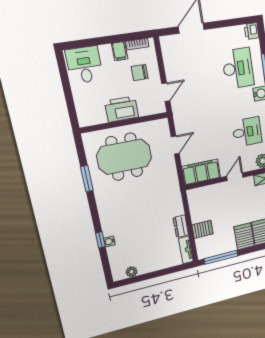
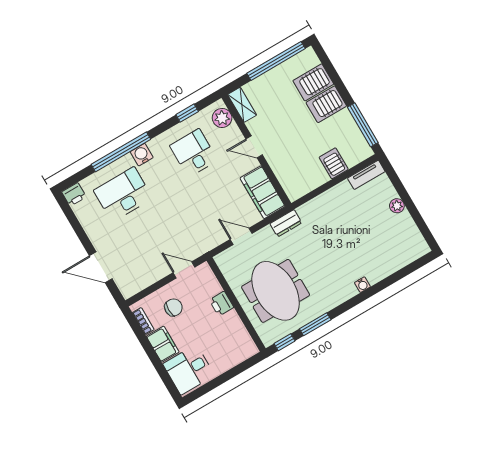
filing cabinet: (120, 51) -> (163, 344), width x2.00
chair: (140, 73) -> (173, 307), turned -90
printer: (122, 109) -> (221, 304), width x0.53, depth x0.68
dresser: (181, 226) -> (286, 223), moved
window: (100, 240) -> (284, 342), moved
water cooler: (109, 241) -> (362, 285), moved
plant: (132, 272) -> (397, 206), moved

